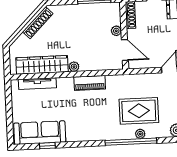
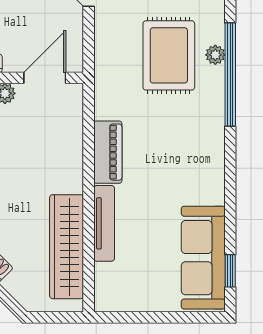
plant: (74, 67) -> (73, 182), removed
tv unit: (37, 84) -> (104, 223), moved
window: (47, 146) -> (230, 271), moved

